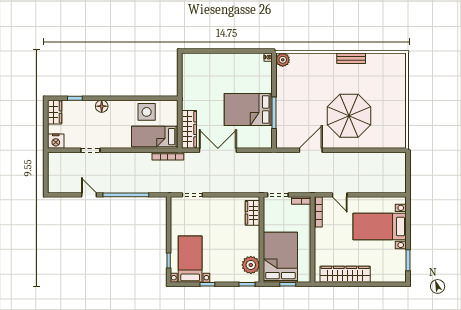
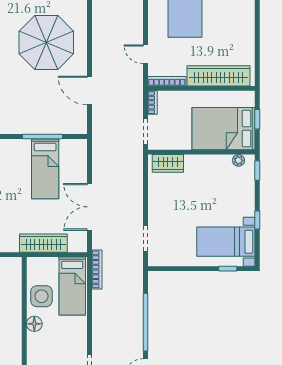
floor lamp: (102, 106) -> (34, 324), moved
bed: (248, 109) -> (45, 169), width x0.67
wardrobe: (189, 129) -> (43, 243), moved
door: (340, 195) -> (145, 54), swing flipped
plant: (251, 265) -> (238, 160), width x0.53, depth x0.53
wardrobe: (345, 274) -> (218, 76), moved, turned 90

